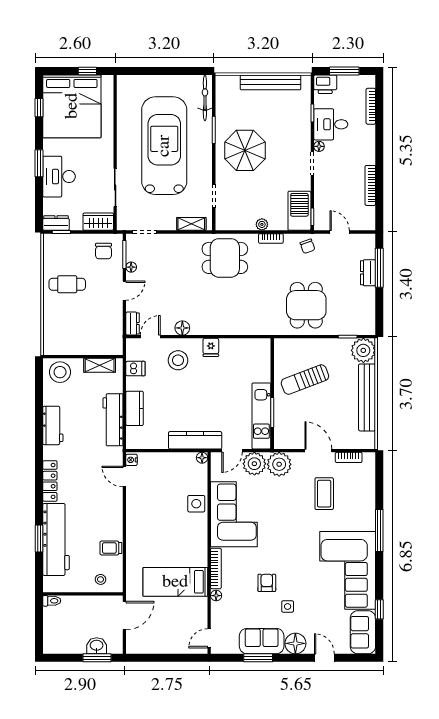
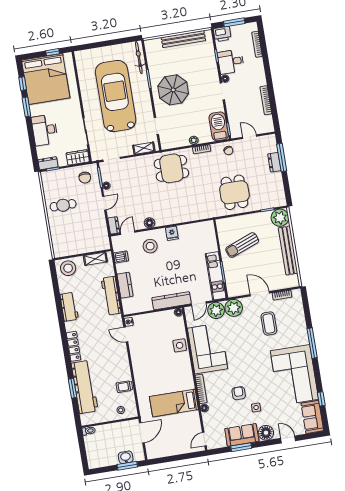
window: (39, 163) -> (26, 107), moved

